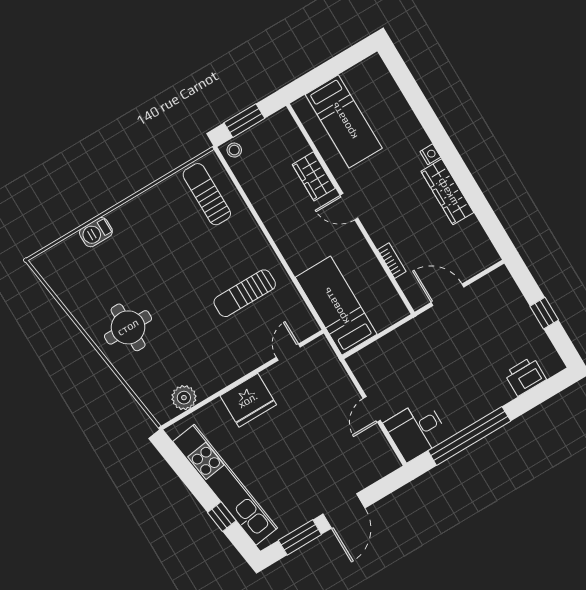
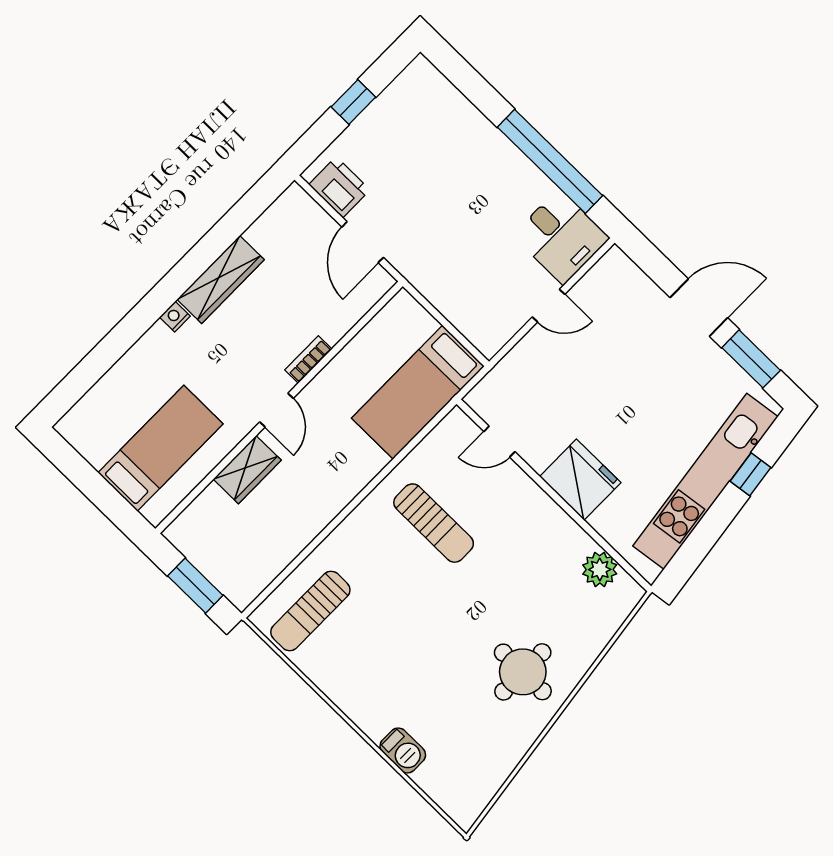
stool: (234, 150) -> (240, 589), removed
bookcase: (392, 261) -> (308, 359), moved
printer: (525, 376) -> (339, 187), moved, turned 180

